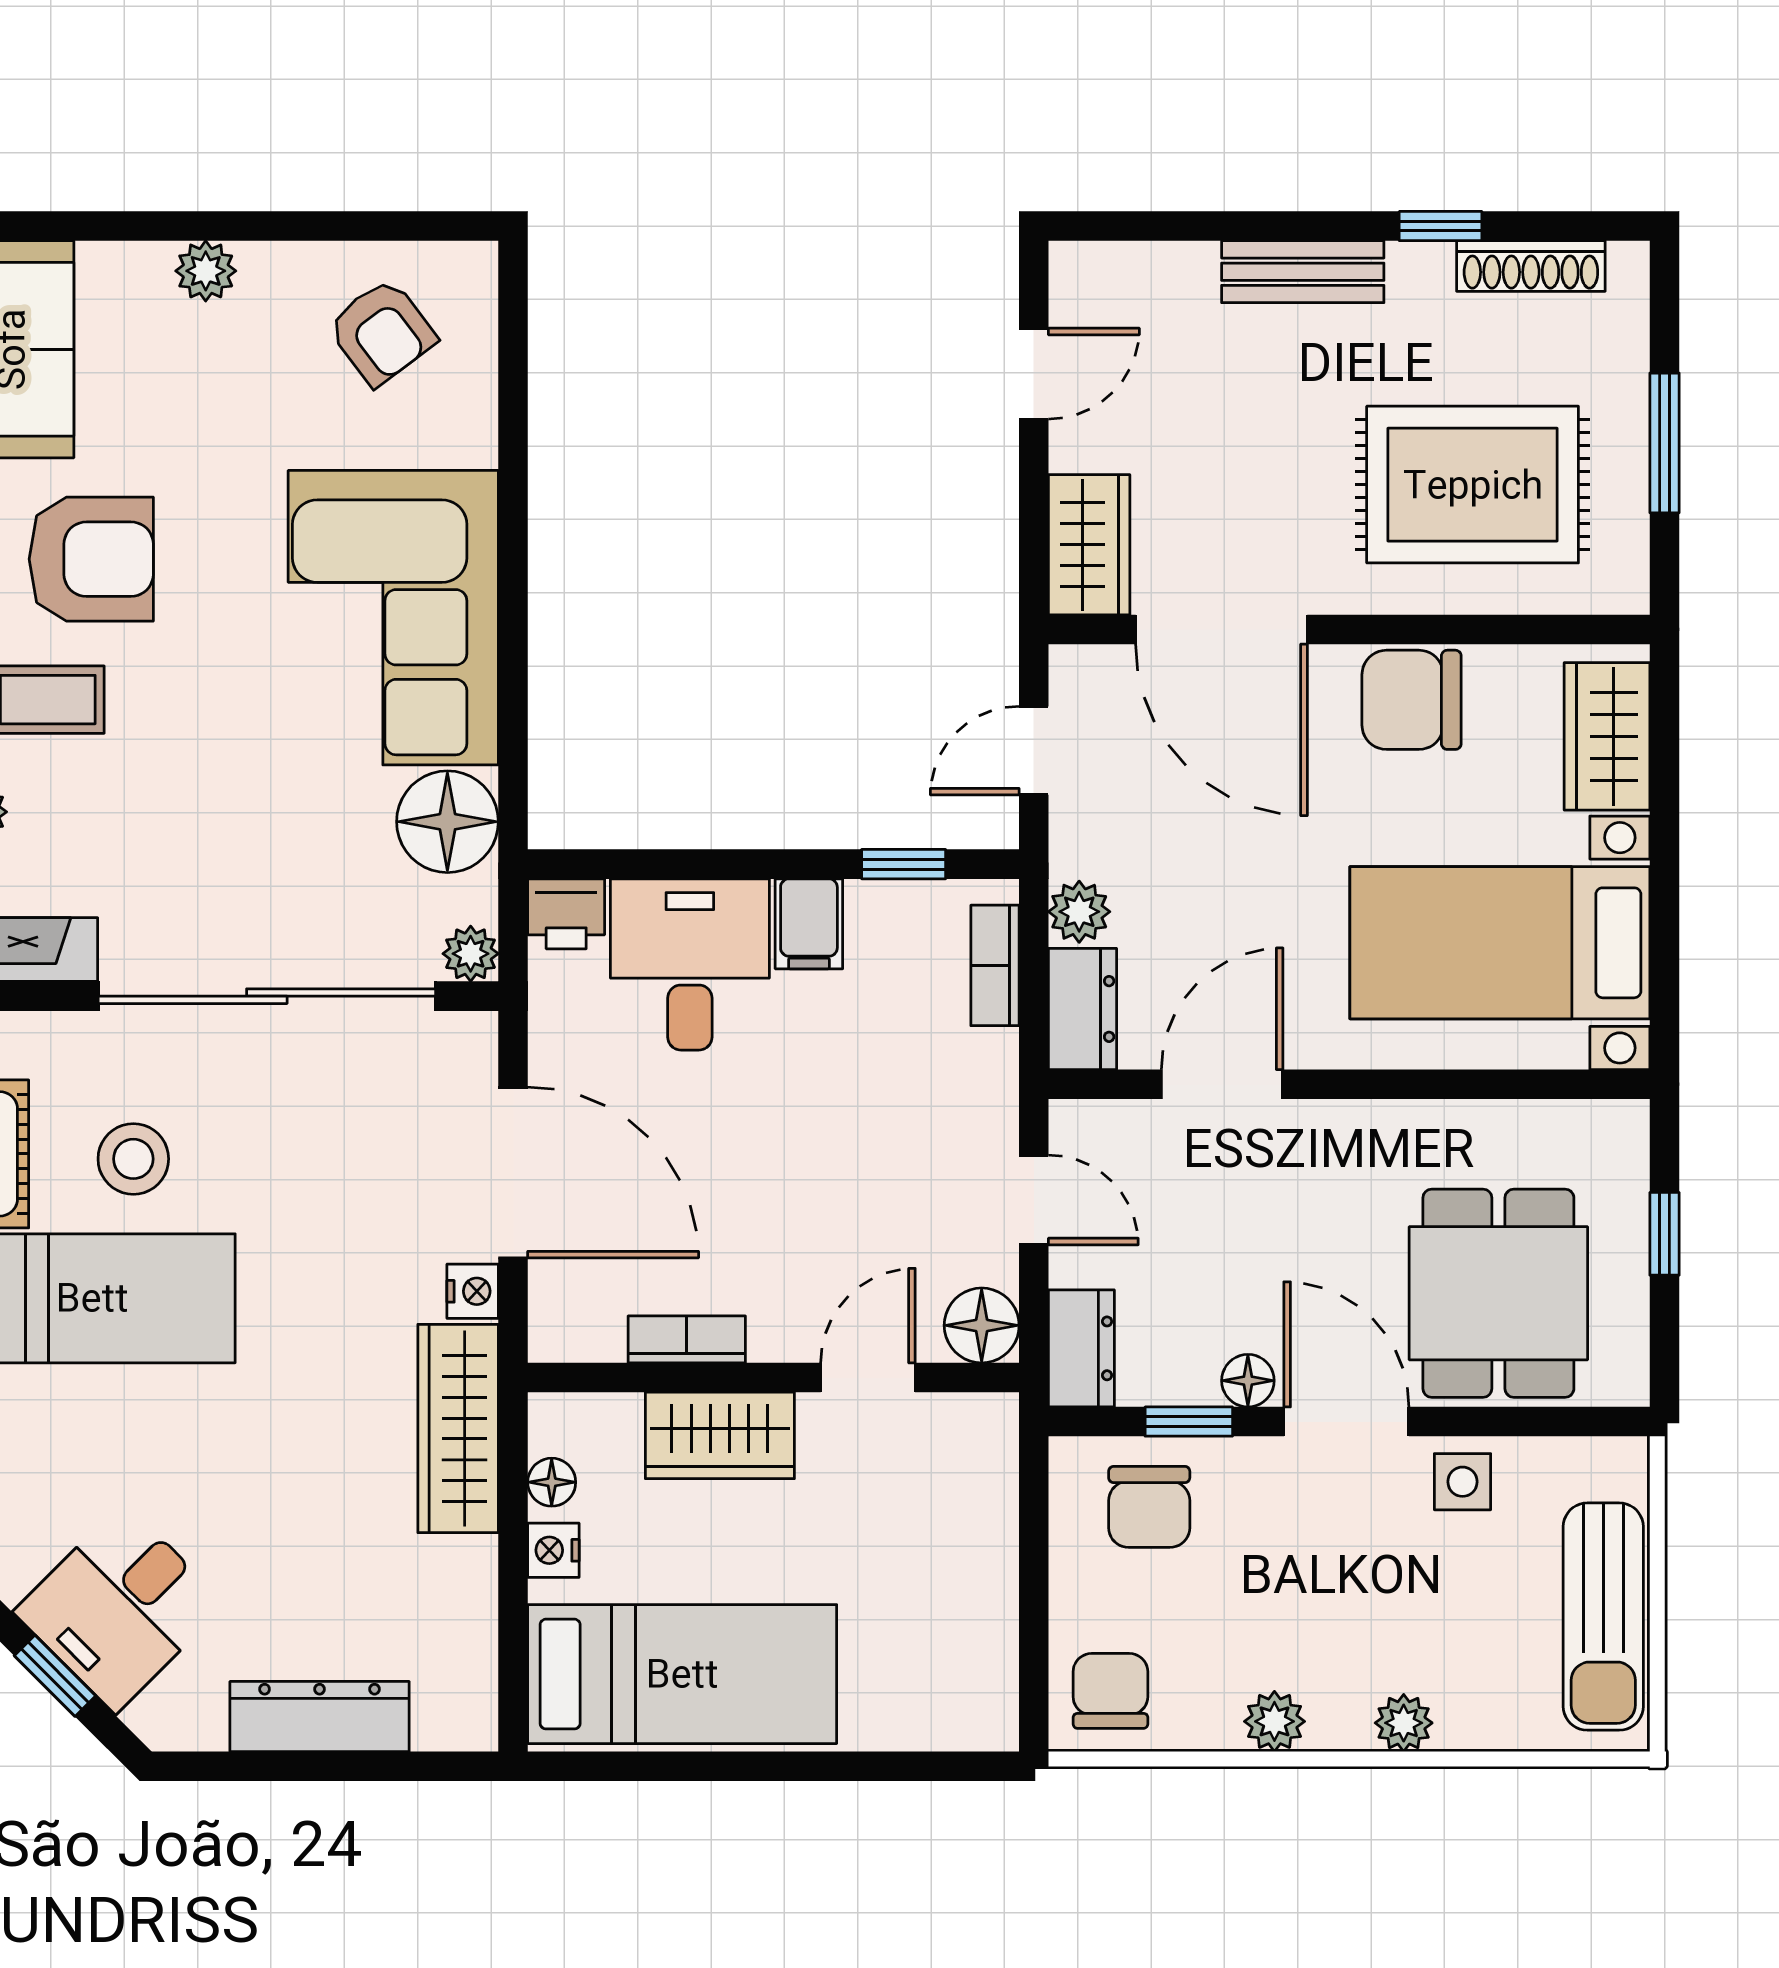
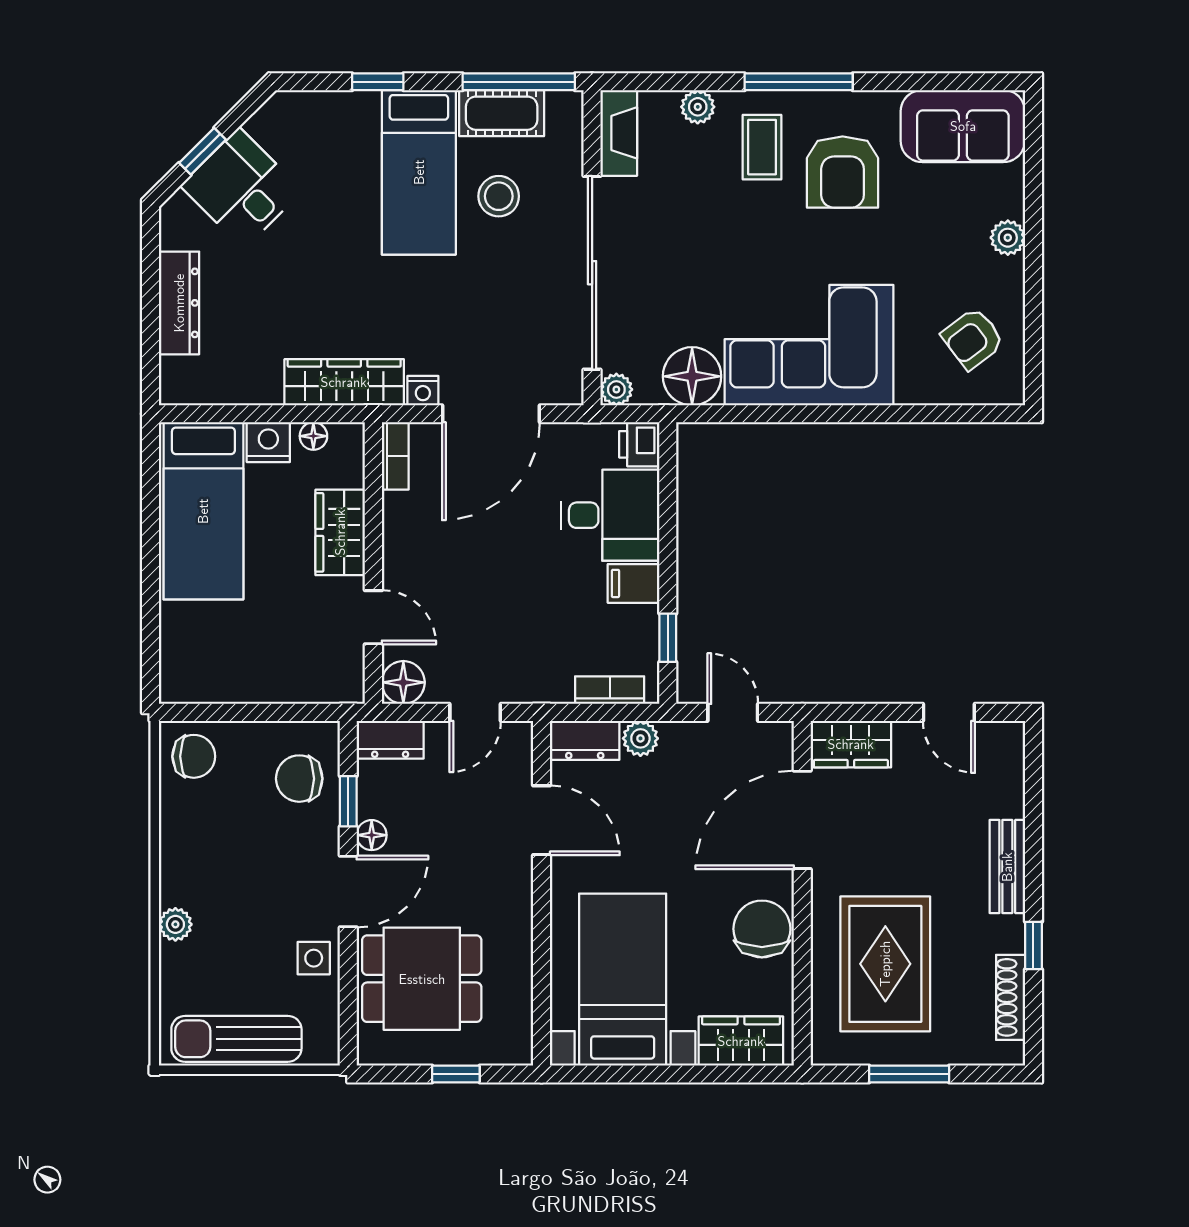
bookcase: (687, 1339) -> (395, 456), moved
nightstand: (553, 1550) -> (268, 442), width x1.39, depth x1.35
plant: (1274, 1721) -> (176, 850), removed

